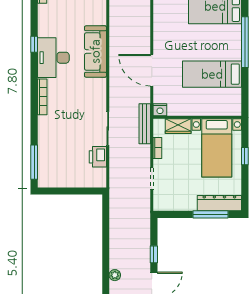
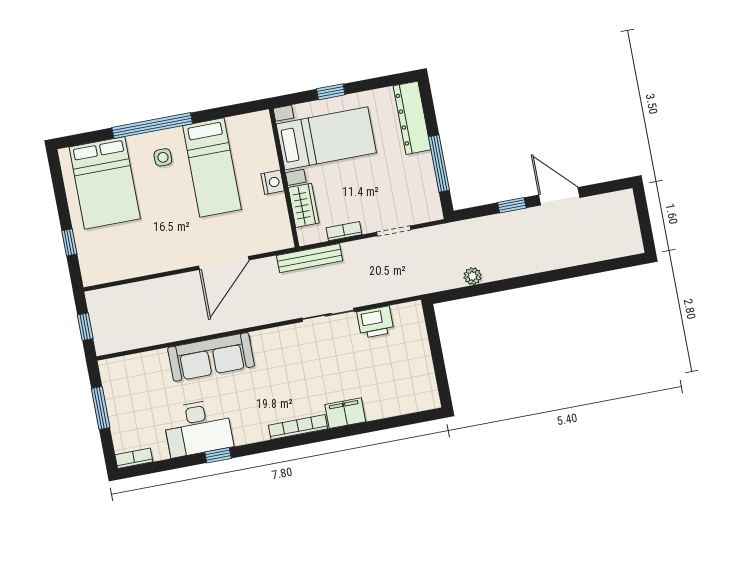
side table: (224, 45) -> (163, 157), added
desk: (53, 58) -> (198, 428), moved
nightstand: (160, 110) -> (273, 182), moved
filing cabinet: (45, 128) -> (345, 413), added
window: (34, 162) -> (403, 420), removed
window: (210, 214) -> (439, 163), moved
plant: (115, 275) -> (473, 276), moved

